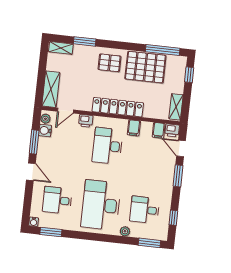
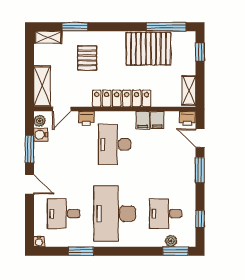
pallet: (110, 63) -> (87, 58), moved, turned 90
filing cabinet: (159, 130) -> (157, 120), moved
plant: (125, 231) -> (171, 241), moved
window: (51, 232) -> (81, 251), moved

